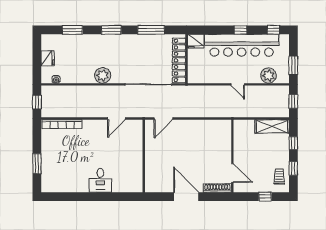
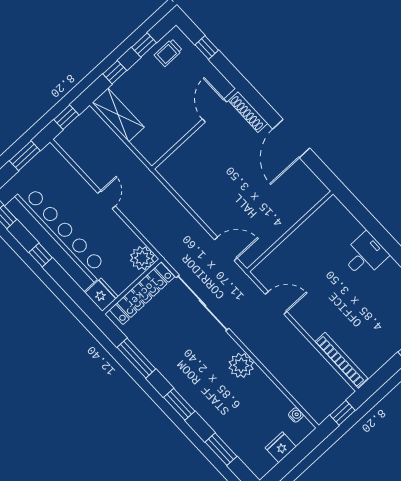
plant: (268, 76) -> (142, 258), moved

